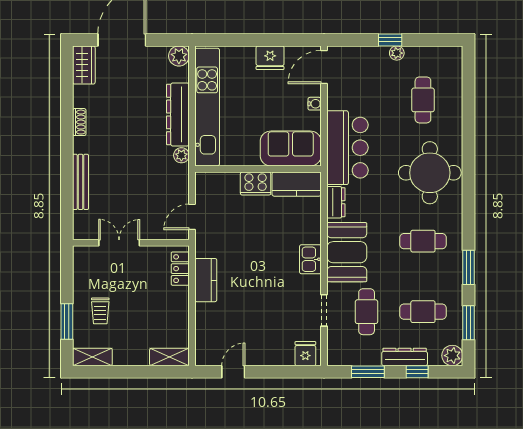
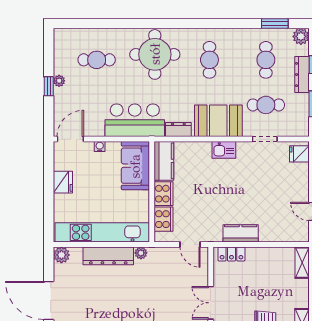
door: (324, 67) -> (70, 139), swing flipped
cooker: (224, 184) -> (164, 219), added
window: (468, 267) -> (231, 23), removed

